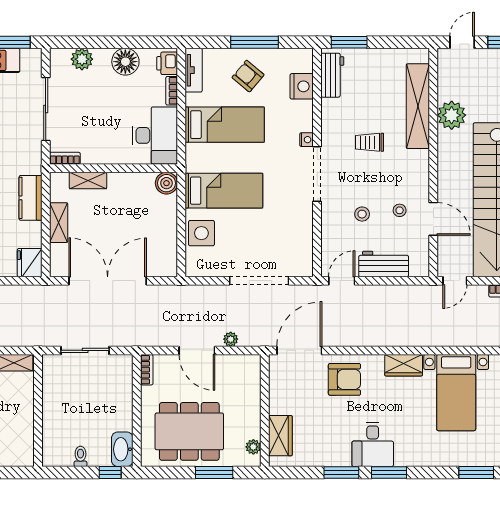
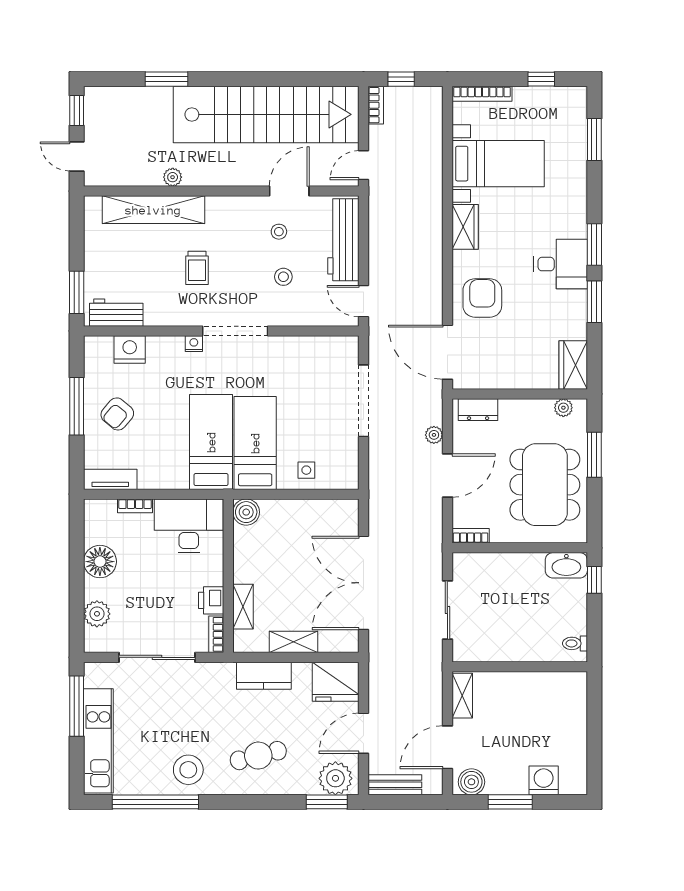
printer: (167, 63) -> (211, 600), moved, turned 90
plant: (452, 115) -> (173, 177), width x0.53, depth x0.53
bed: (225, 125) -> (211, 442), moved
side table: (201, 233) -> (306, 470), width x0.54, depth x0.54
fridge: (30, 263) -> (336, 682), width x1.36, depth x1.34
workbench: (384, 264) -> (343, 240), width x1.38
door: (455, 281) -> (363, 165), swing flipped
dresser: (252, 376) -> (478, 410), added
wardrobe: (280, 436) -> (573, 365), moved, turned -90
toilet: (81, 456) -> (575, 643), moved

